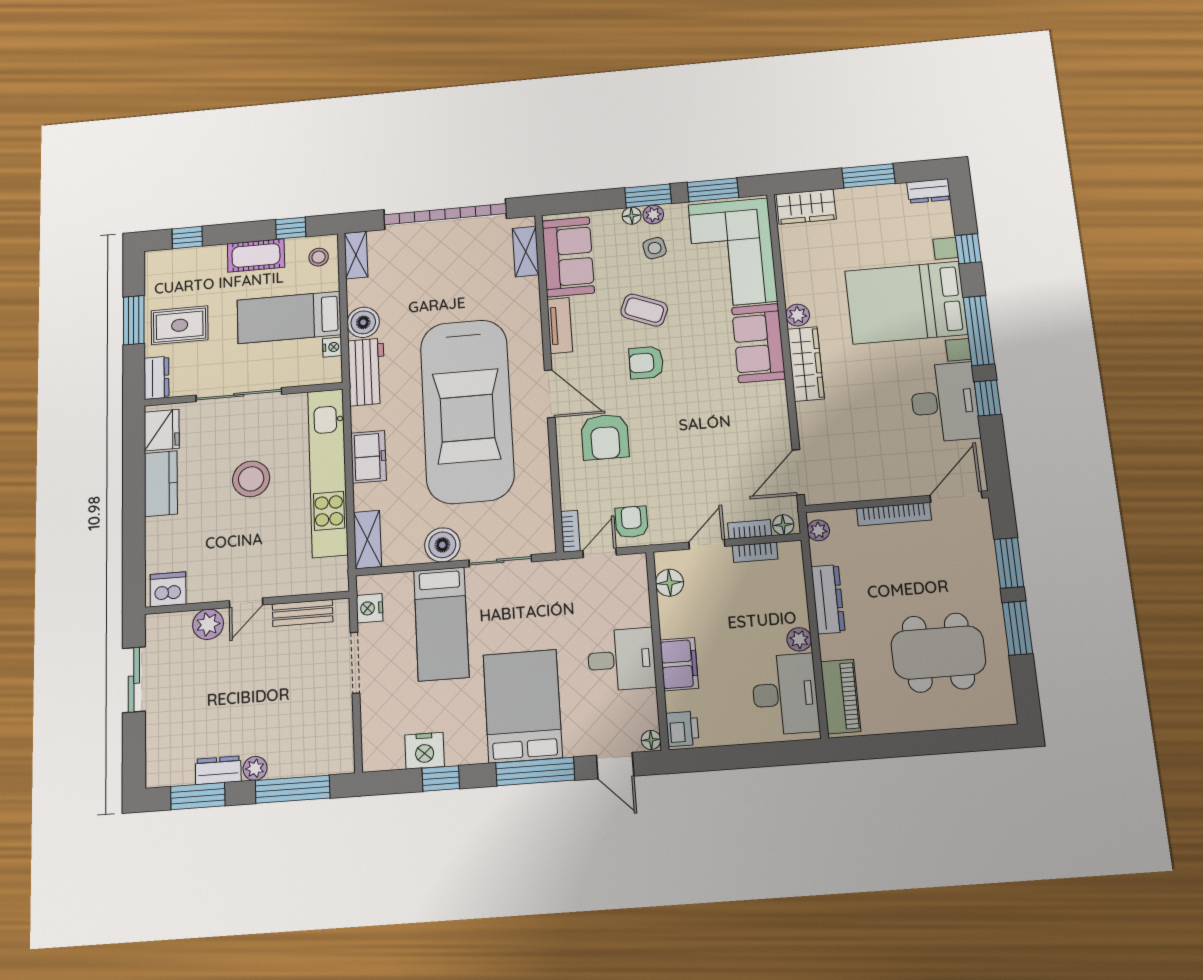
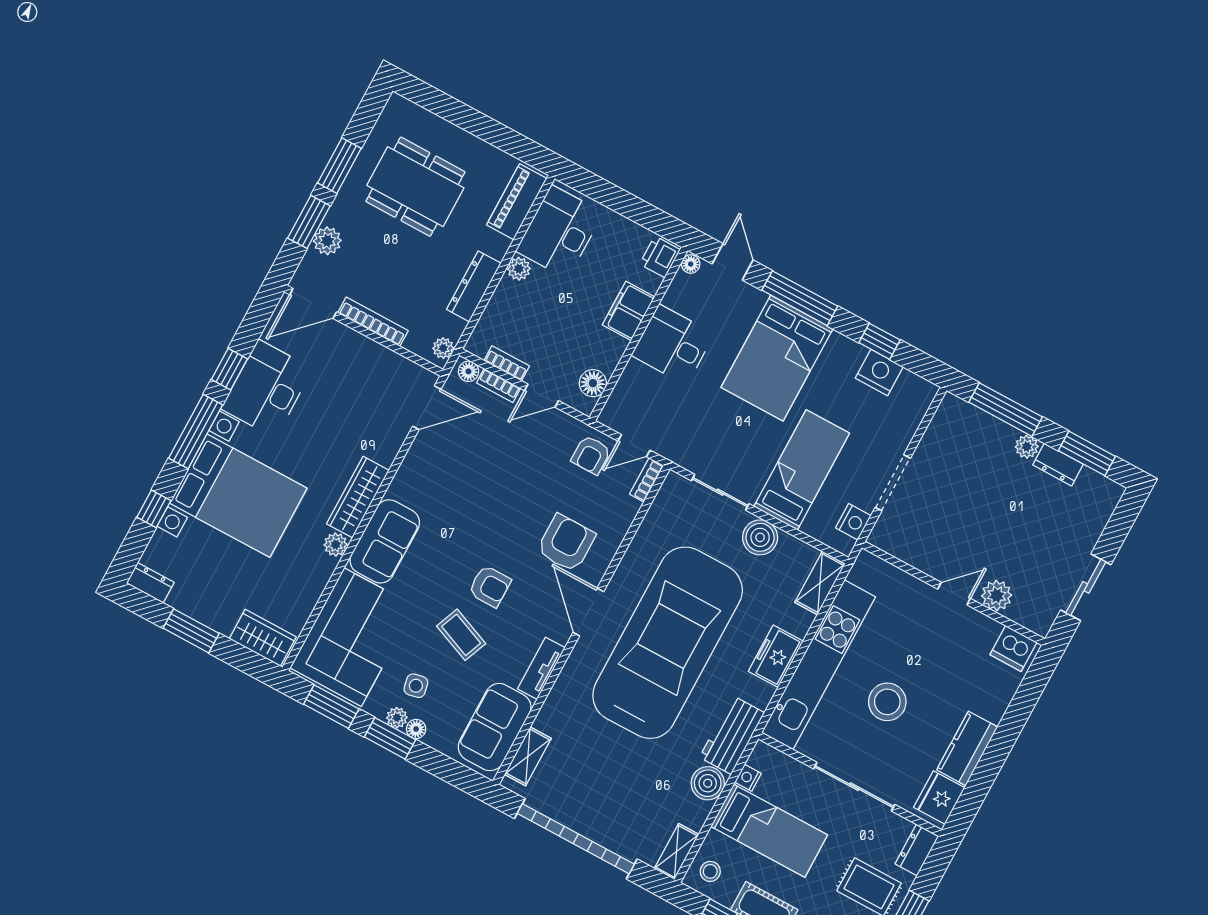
plant: (982, 557) -> (327, 241), added
bench: (303, 613) -> (912, 554), removed

